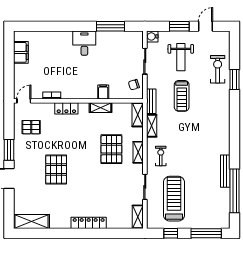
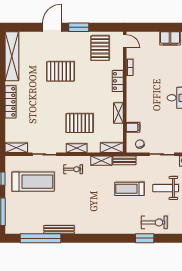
filing cabinet: (103, 92) -> (133, 127), moved
pallet: (31, 127) -> (100, 48), width x1.50, depth x1.42
shelving: (31, 221) -> (12, 56), width x1.47

